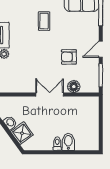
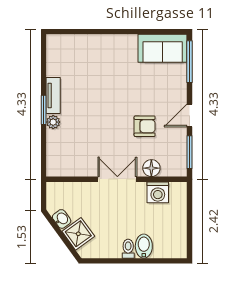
coffee table: (44, 21) -> (110, 76), removed
armchair: (69, 57) -> (145, 126), turned 180
washing machine: (78, 104) -> (158, 192), added

